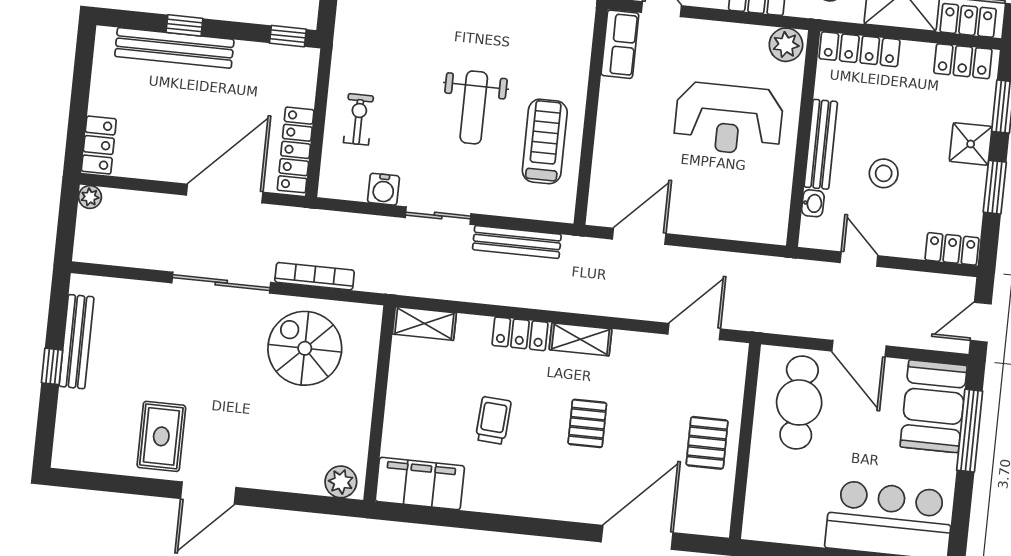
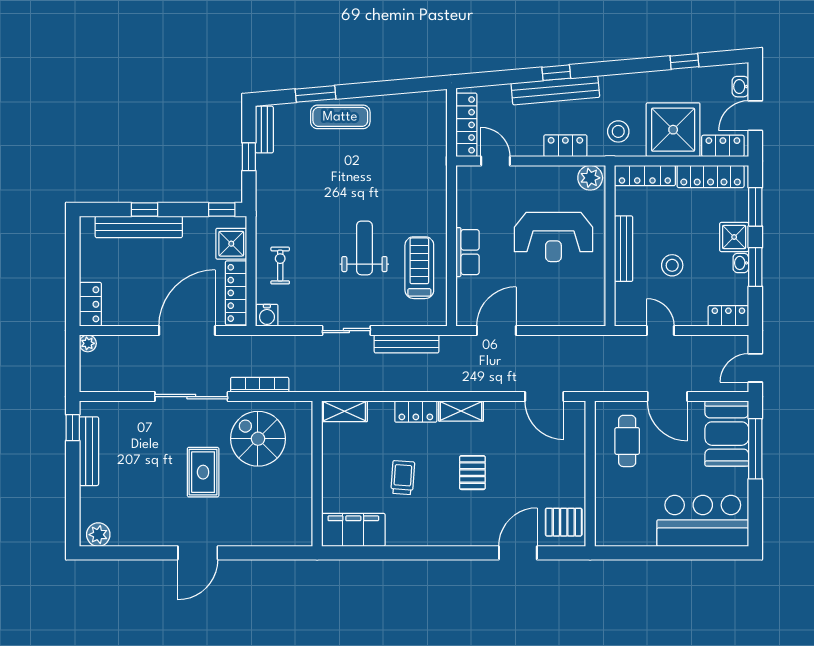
row of seats: (620, 44) -> (468, 252), moved
locker: (963, 61) -> (711, 176), width x1.53
shower: (296, 83) -> (231, 244), added
weight bench: (474, 107) -> (364, 248), turned 180
water cooler: (383, 189) -> (267, 315), moved
washbasin: (813, 203) -> (741, 263), moved, turned 180
door: (694, 331) -> (544, 397), swing flipped
window: (52, 366) -> (73, 428), moved
cafe table: (799, 402) -> (627, 441), width x0.73, depth x0.74
rug: (161, 436) -> (203, 472), moved
pallet: (707, 443) -> (564, 522), moved, turned 90
plant: (341, 482) -> (98, 535), moved
door: (637, 537) -> (518, 553), width x0.73

